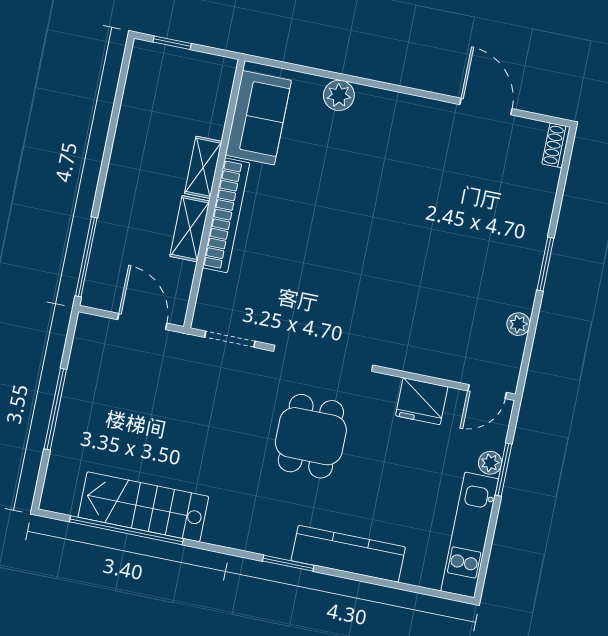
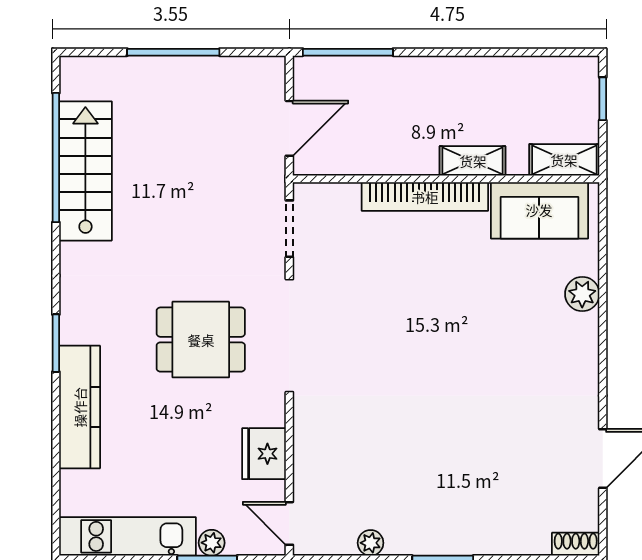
shelving: (190, 229) -> (564, 160), moved

